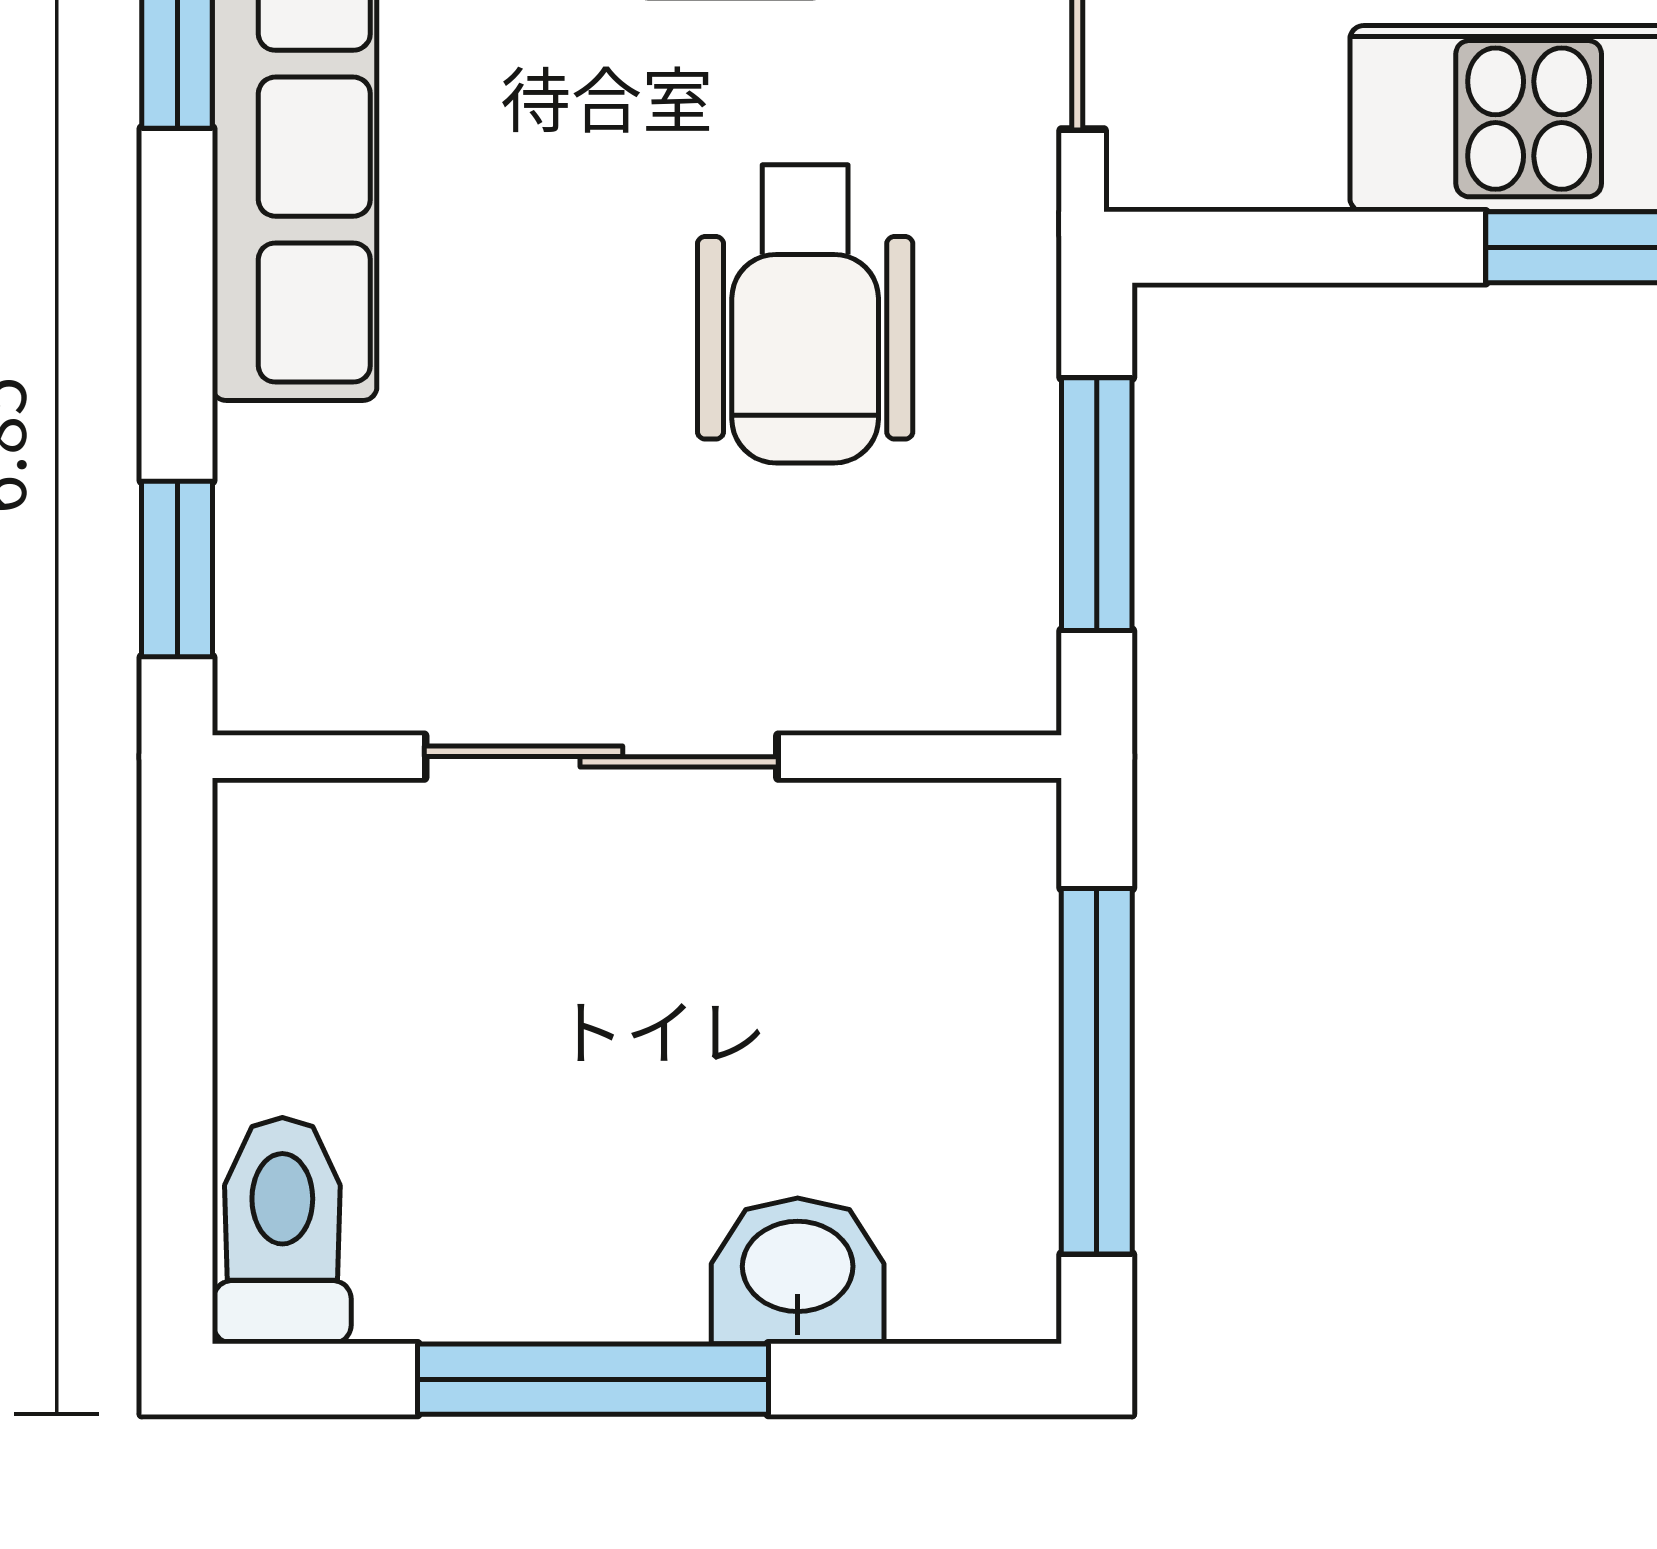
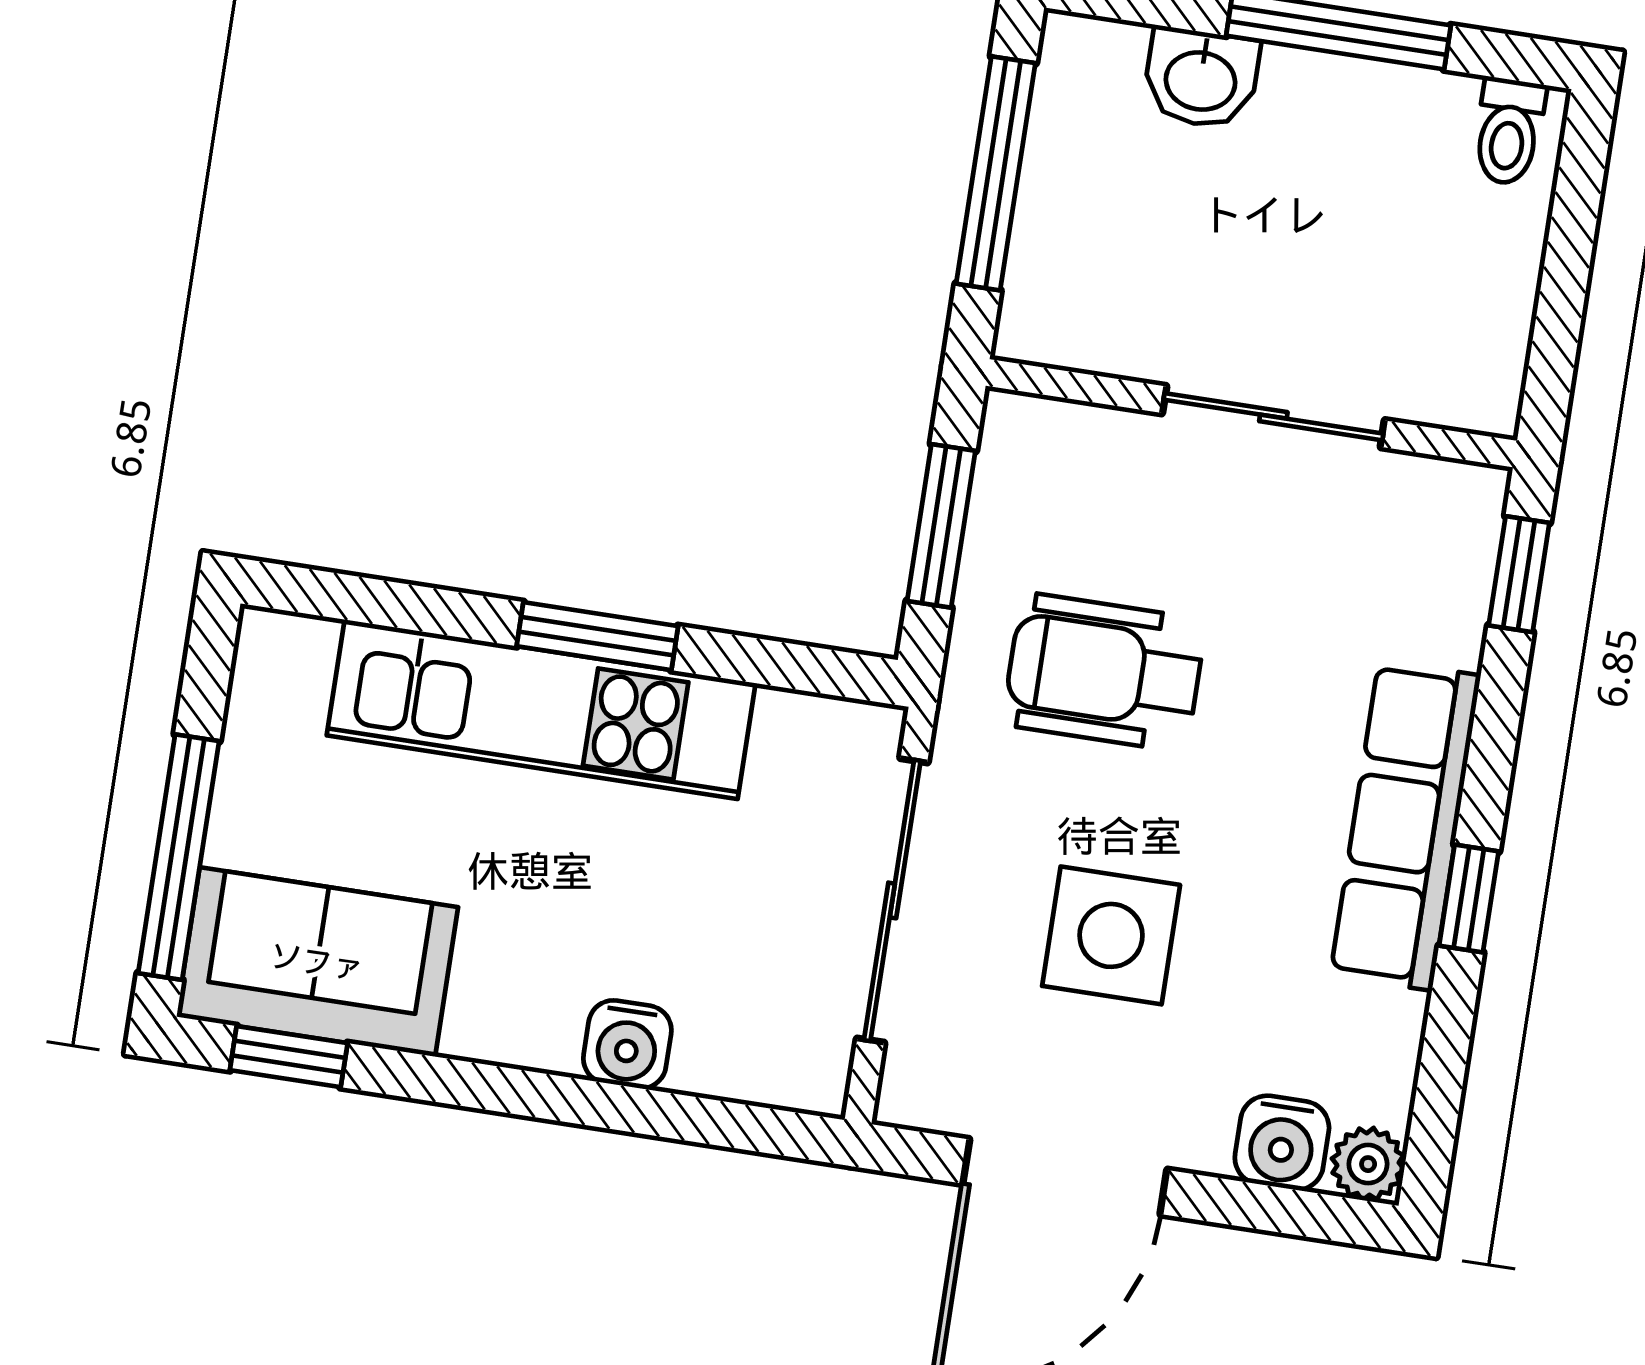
wheelchair: (805, 314) -> (1104, 672), turned -90
toilet: (282, 1231) -> (1509, 131), width x0.73, depth x0.72

